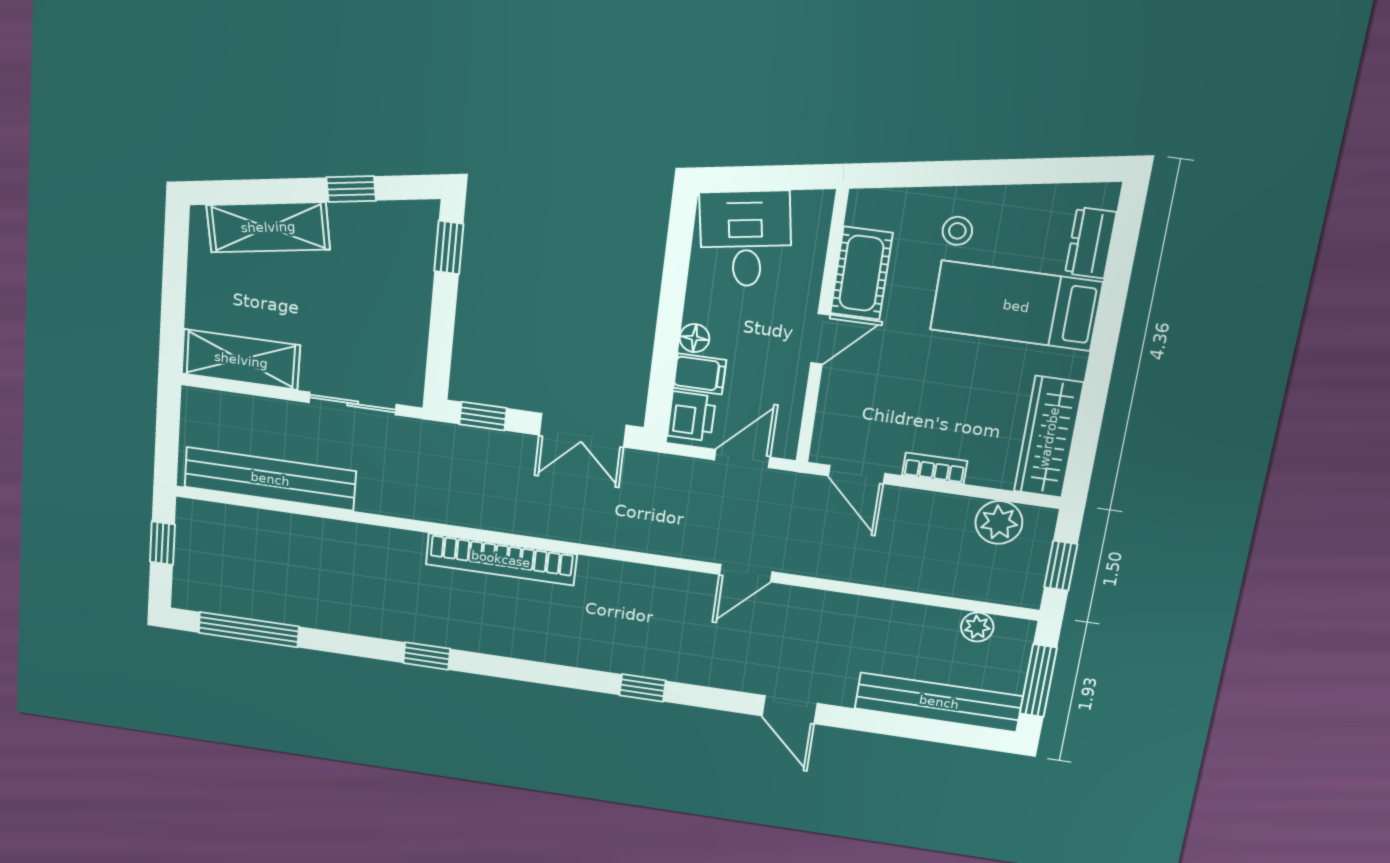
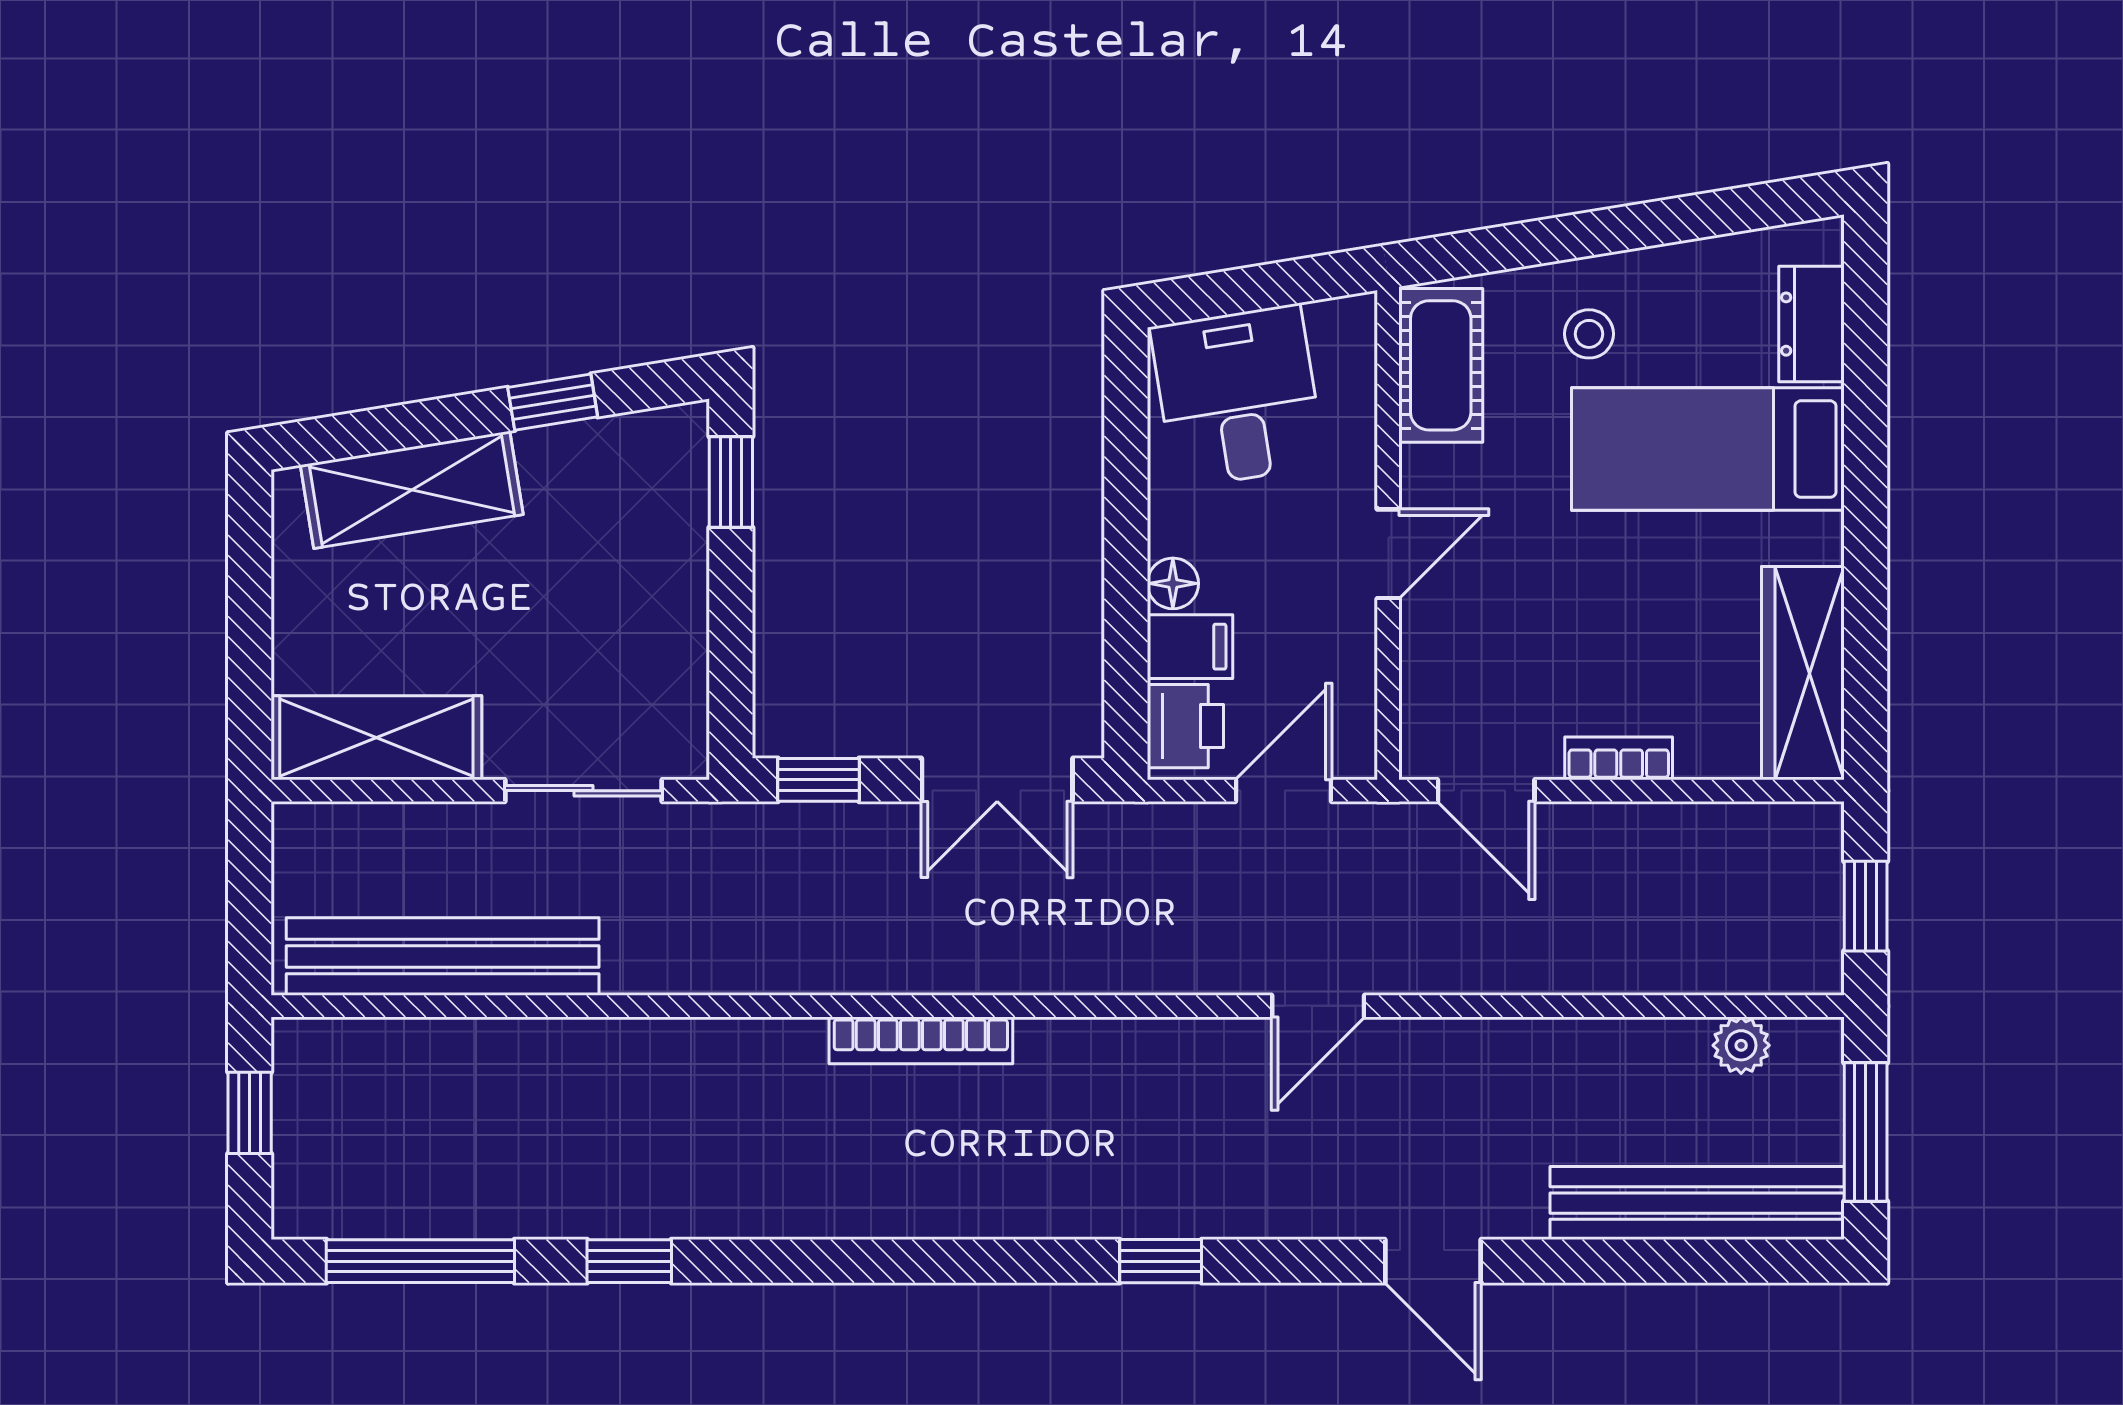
cot: (861, 273) -> (1441, 365), moved
plant: (999, 522) -> (1745, 842), removed
bookcase: (501, 559) -> (921, 1040), width x0.68, depth x0.76
window: (427, 656) -> (629, 1261), moved

